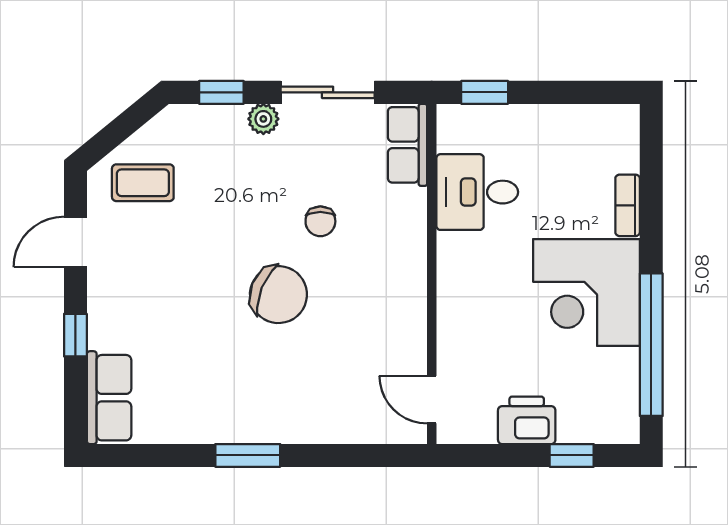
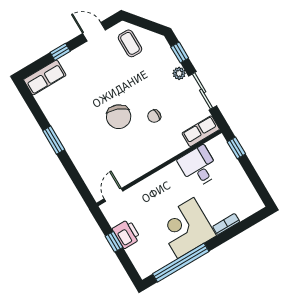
window: (572, 455) -> (114, 242), moved

